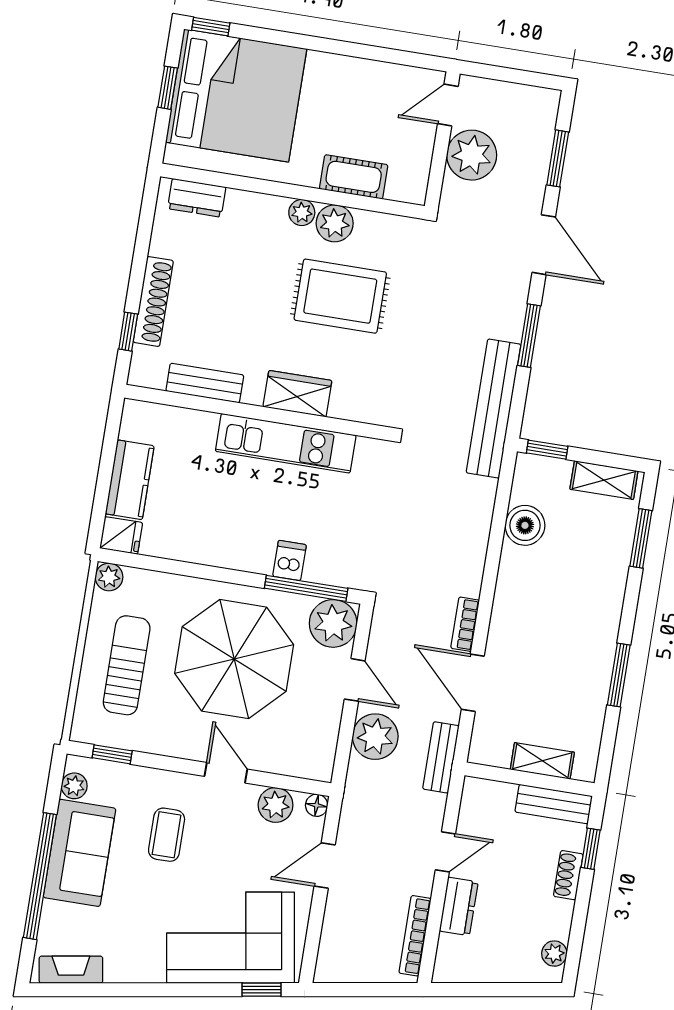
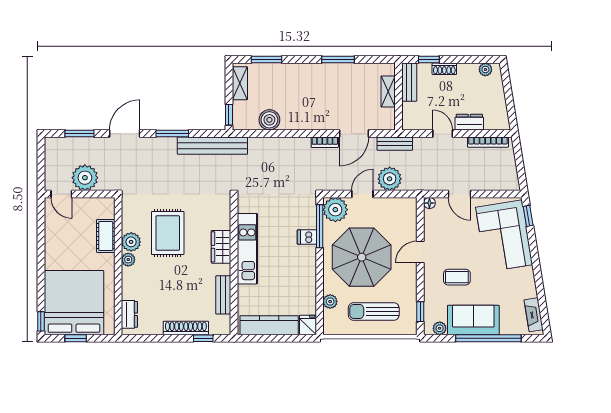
kitchen counter: (130, 480) -> (269, 325), width x1.50
plant: (109, 577) -> (330, 302), moved
plant: (276, 805) -> (433, 224), removed

